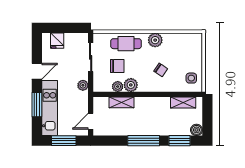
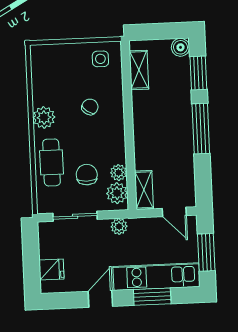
door: (37, 71) -> (100, 299), hinge flipped
plant: (131, 85) -> (117, 193), moved
shelving: (121, 102) -> (144, 190), moved

